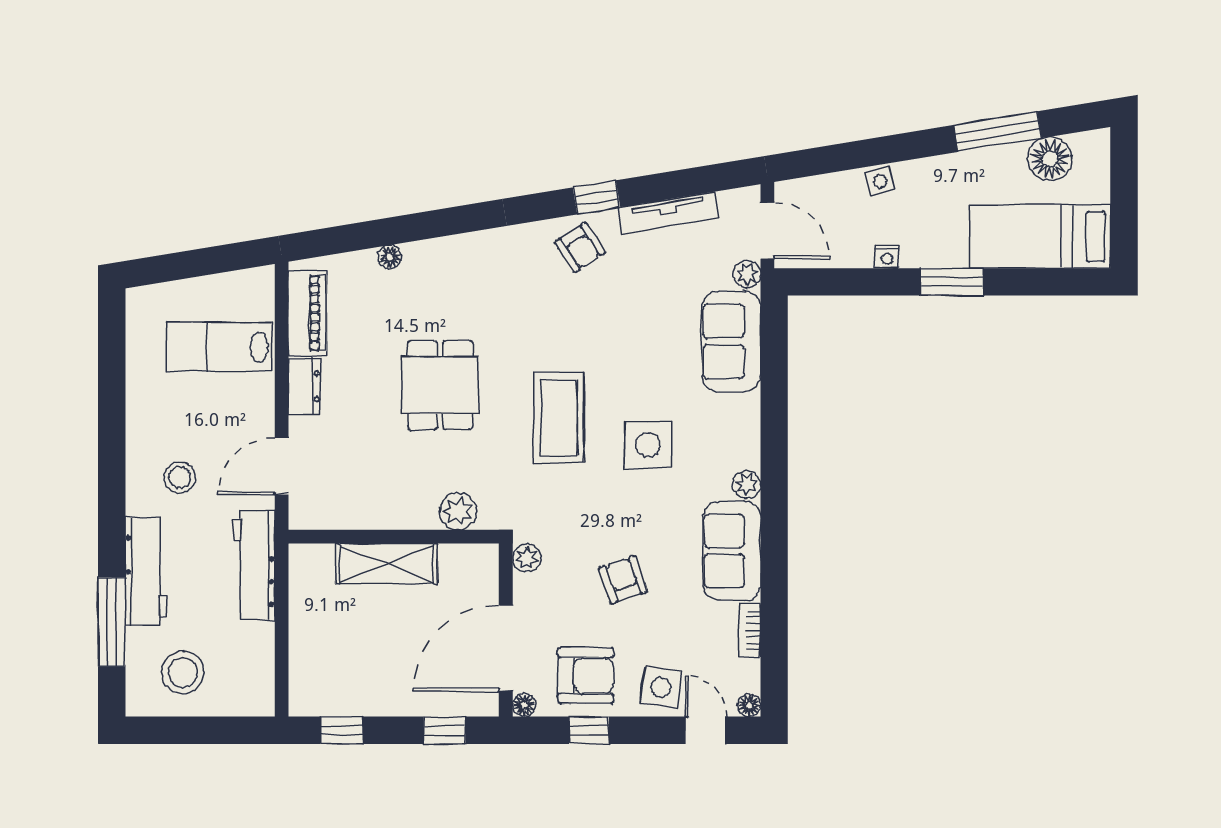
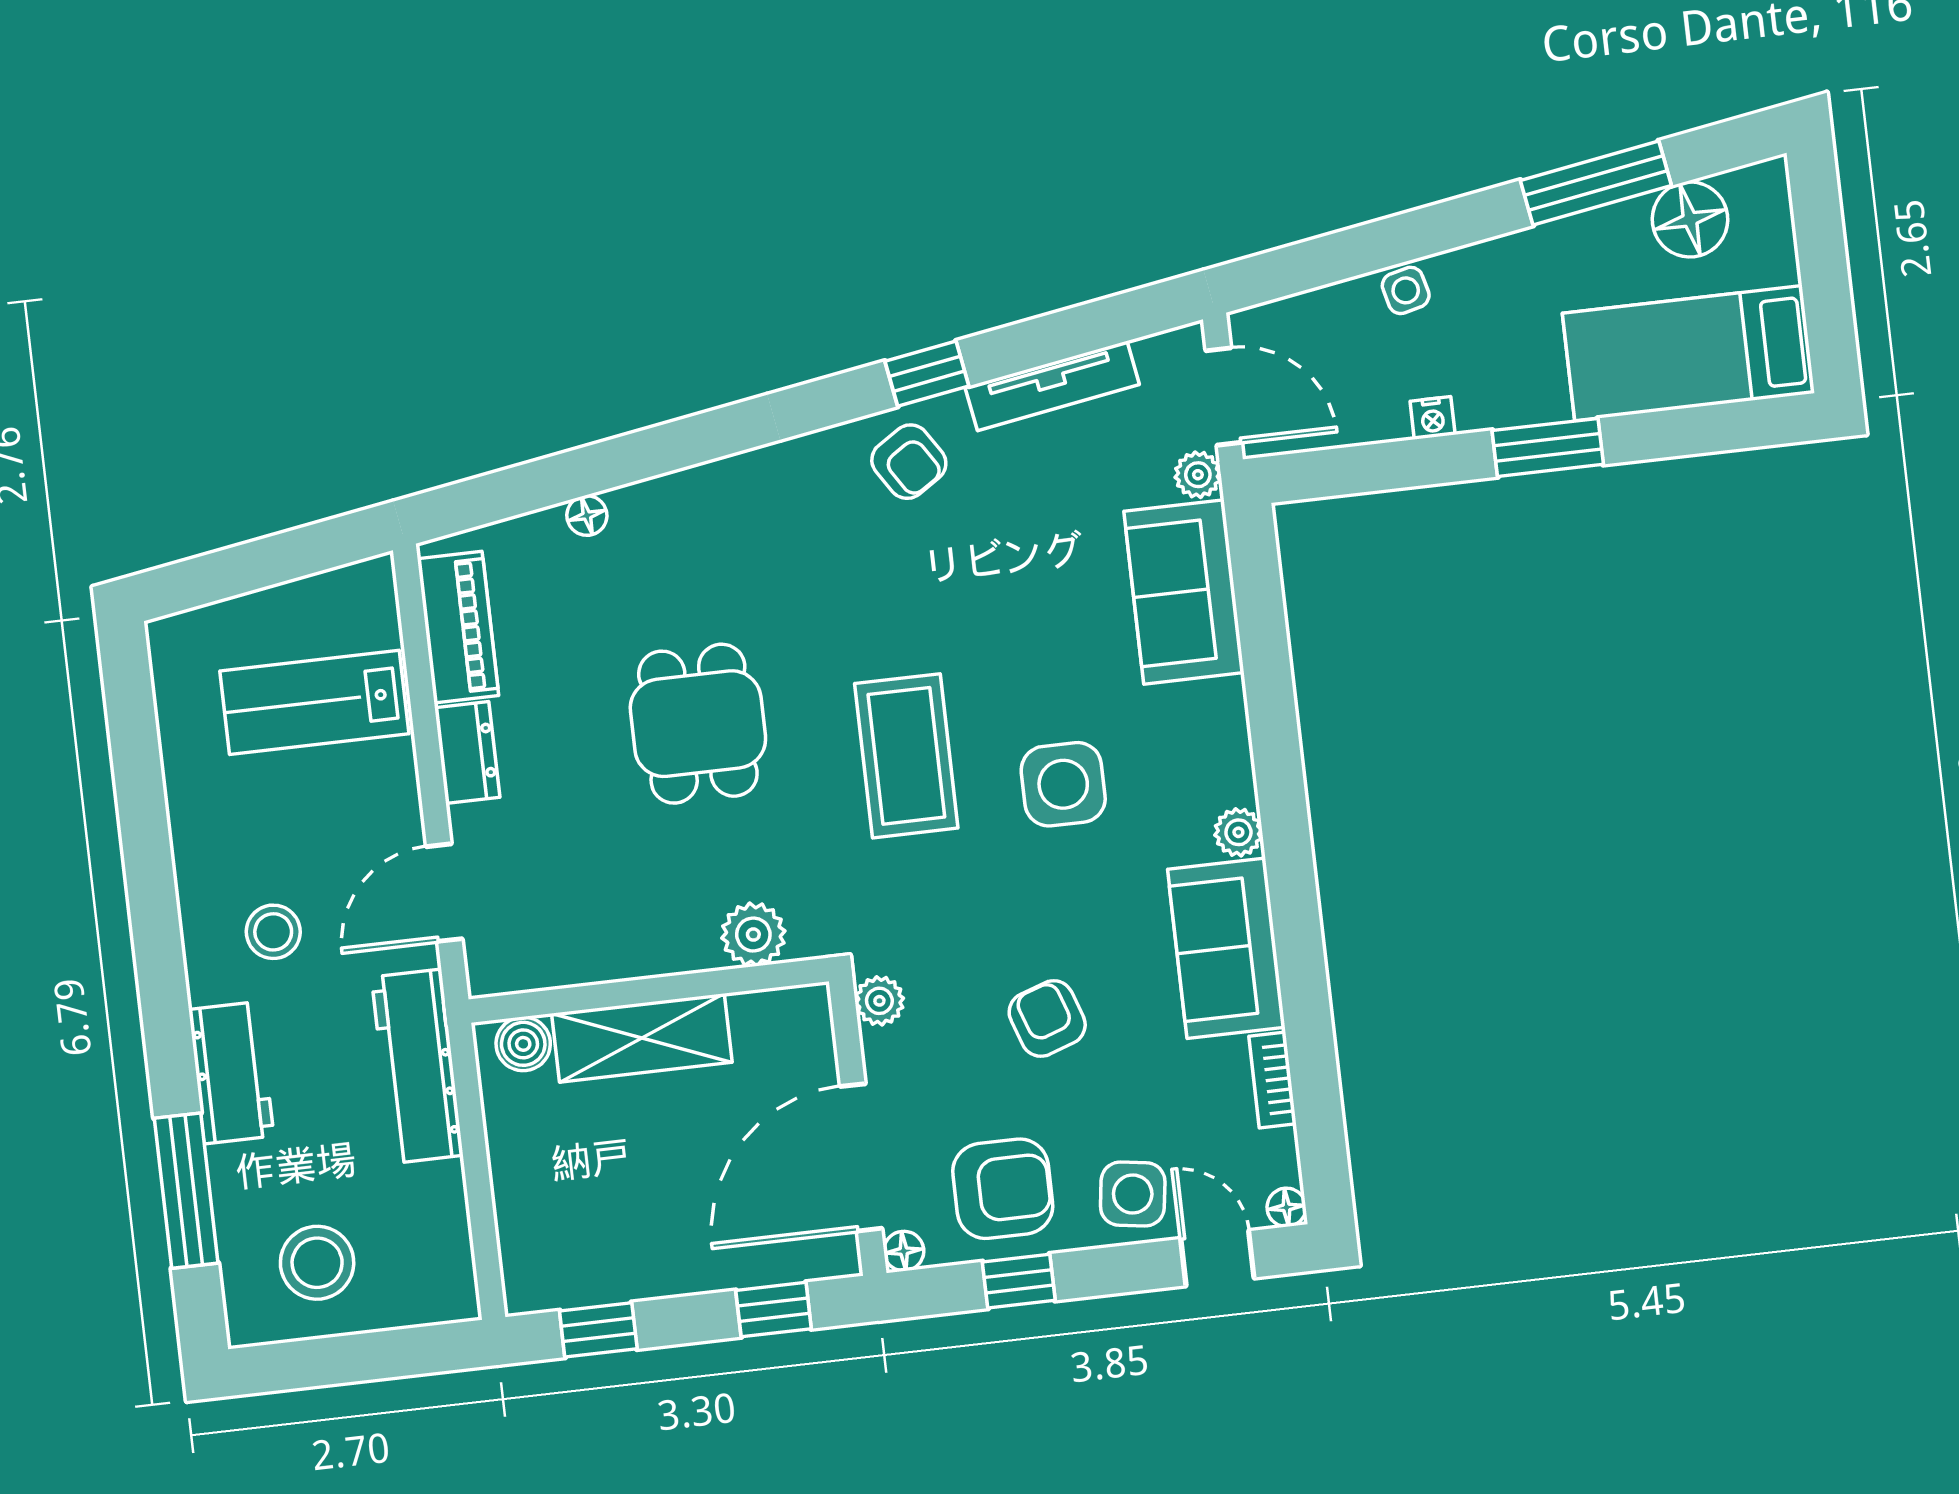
boiler: (317, 559) -> (523, 1044), added
workbench: (146, 571) -> (231, 1073), width x0.73

